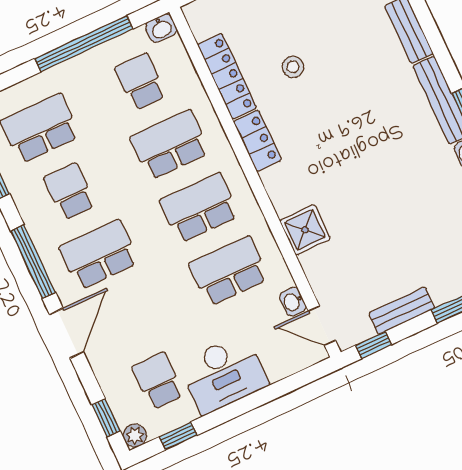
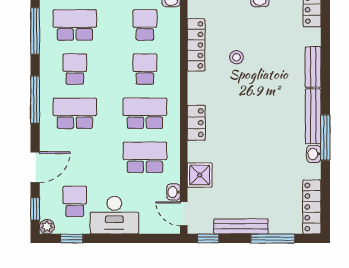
locker: (257, 141) -> (196, 123), moved
school desk: (170, 145) -> (145, 69), width x0.54
shower: (305, 230) -> (200, 175), moved
bench: (402, 311) -> (241, 226), width x1.36
door: (67, 333) -> (35, 167), moved

